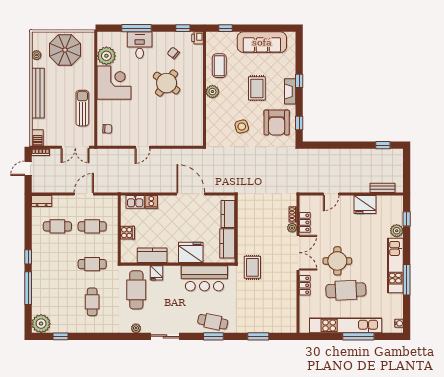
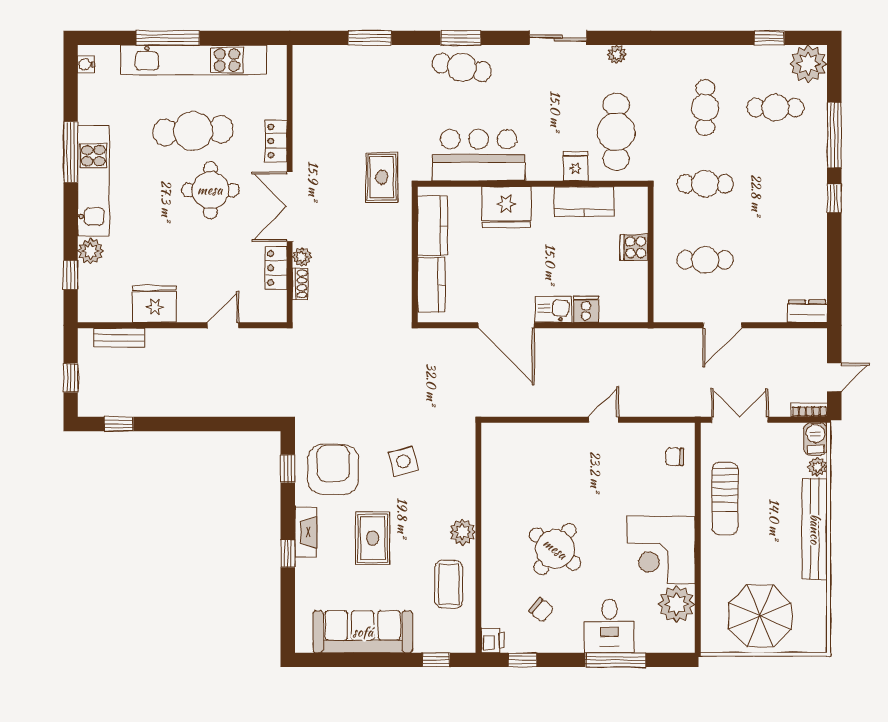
plant: (37, 55) -> (817, 467), moved
window: (407, 168) -> (71, 378), added
kitchen sink: (135, 202) -> (553, 309), moved
cafe table: (57, 226) -> (775, 108), moved

